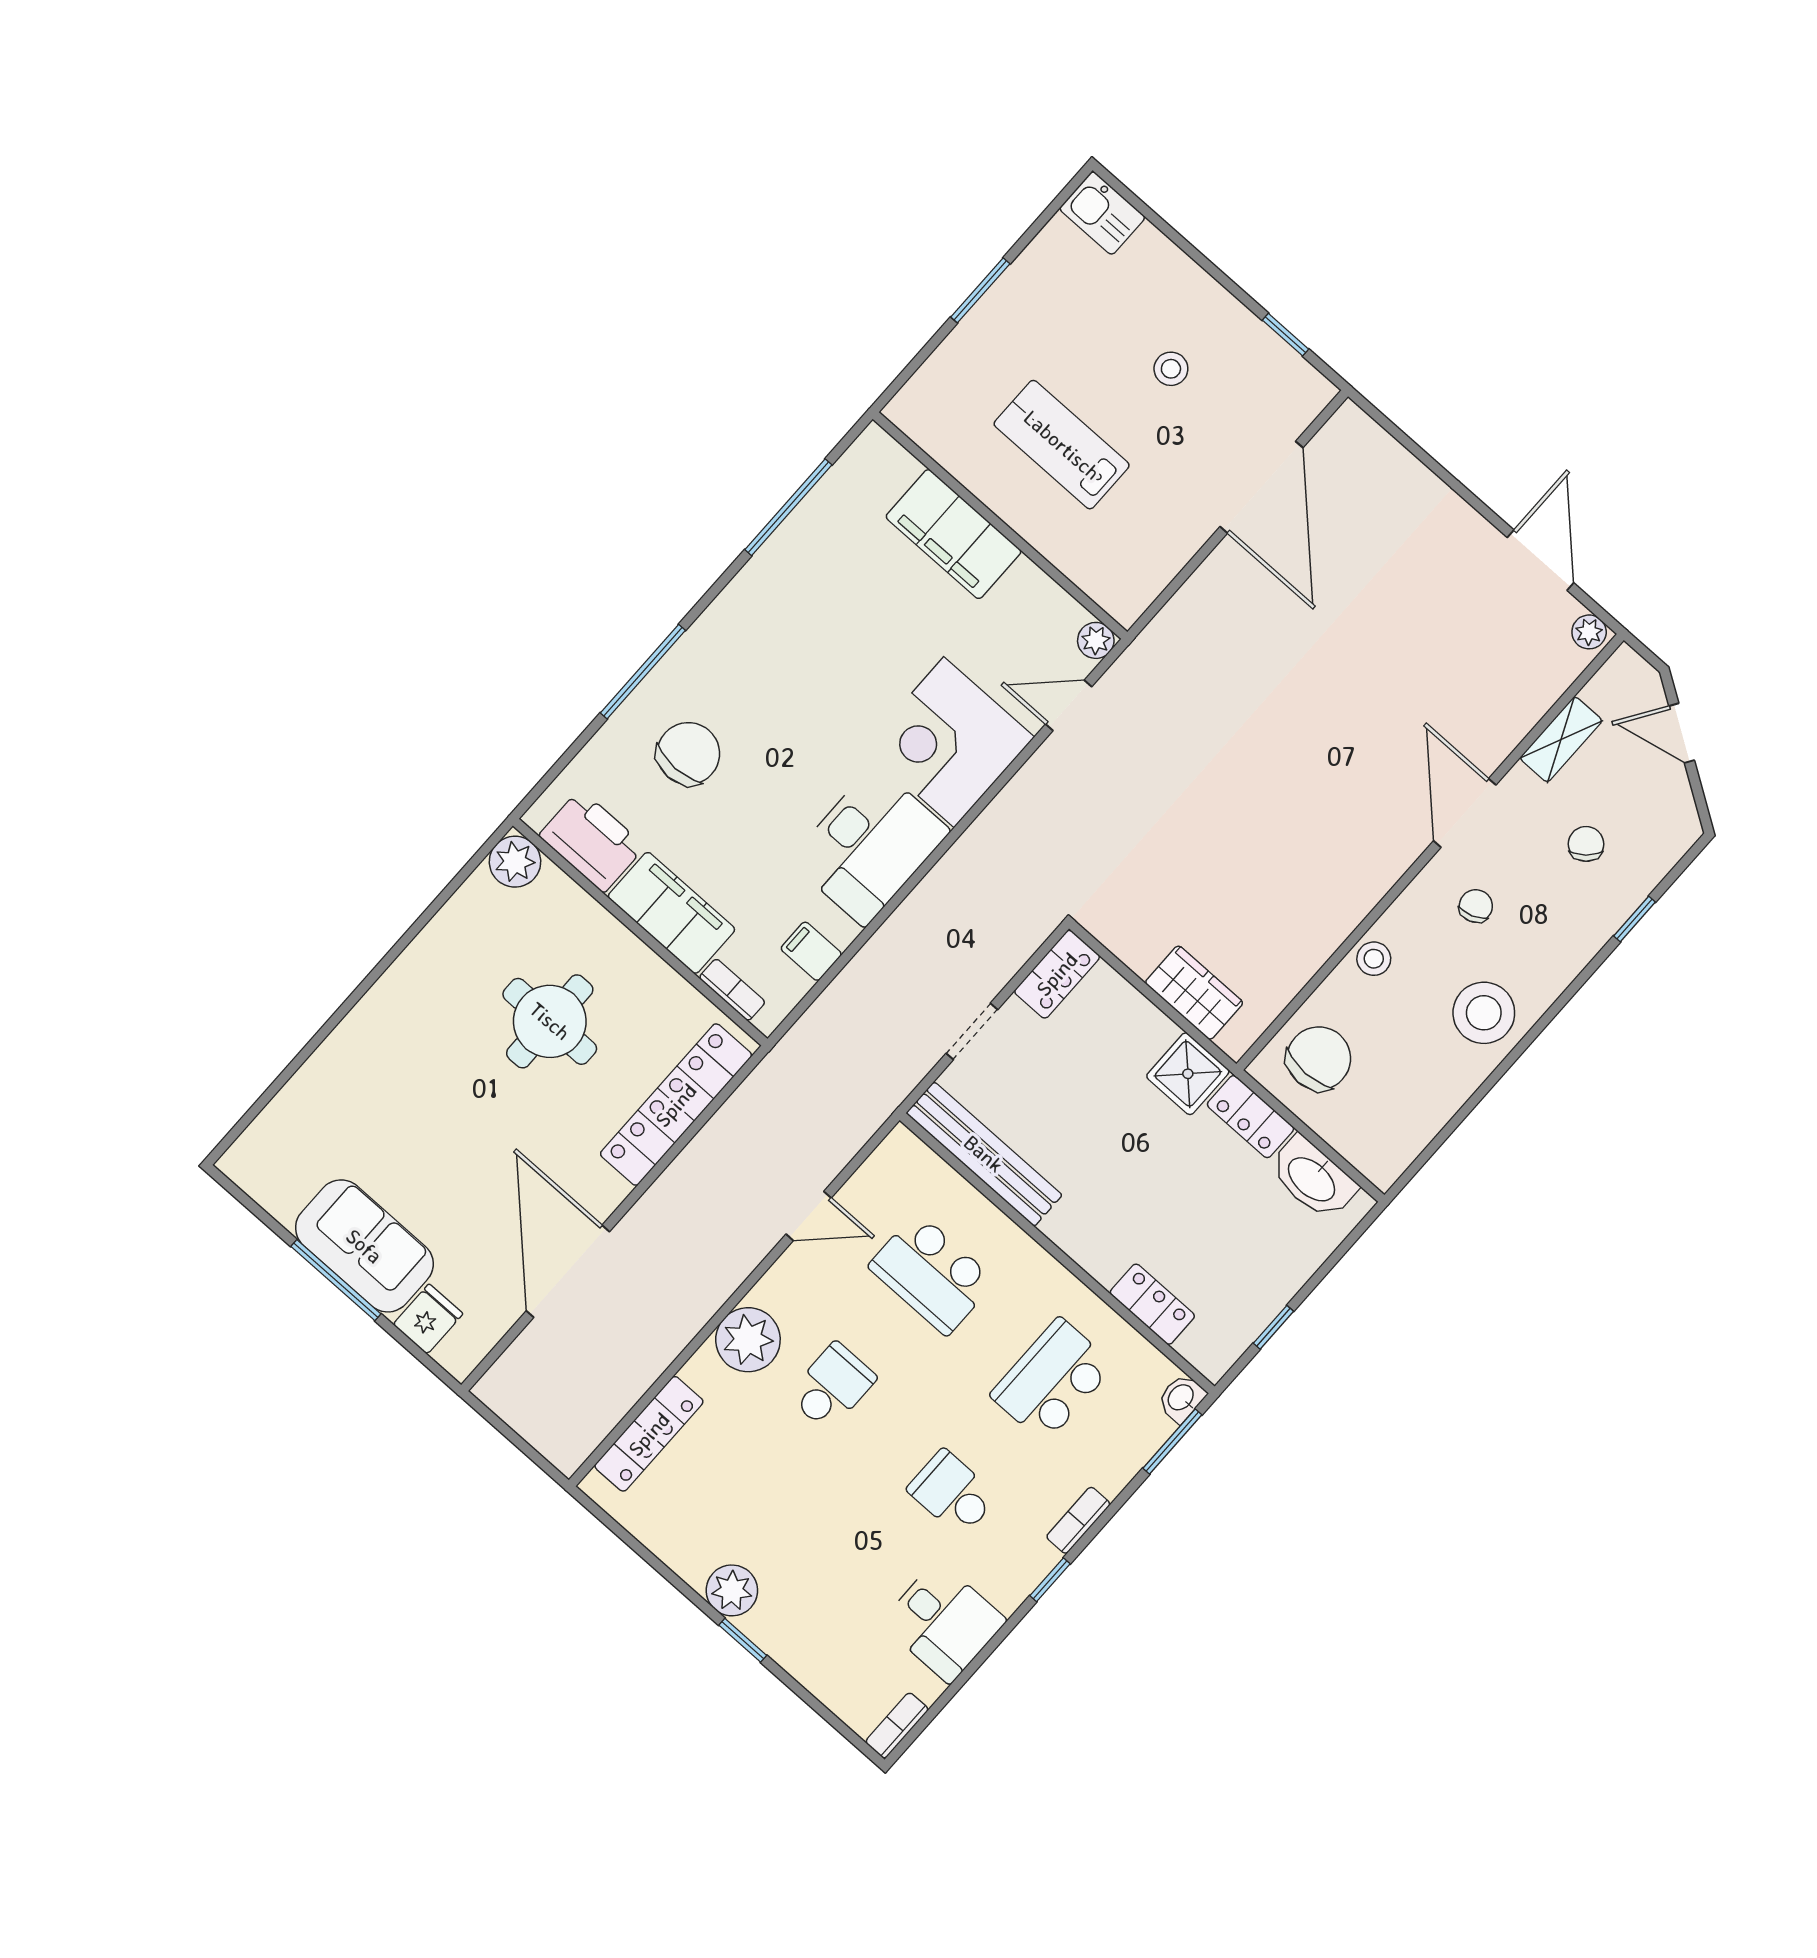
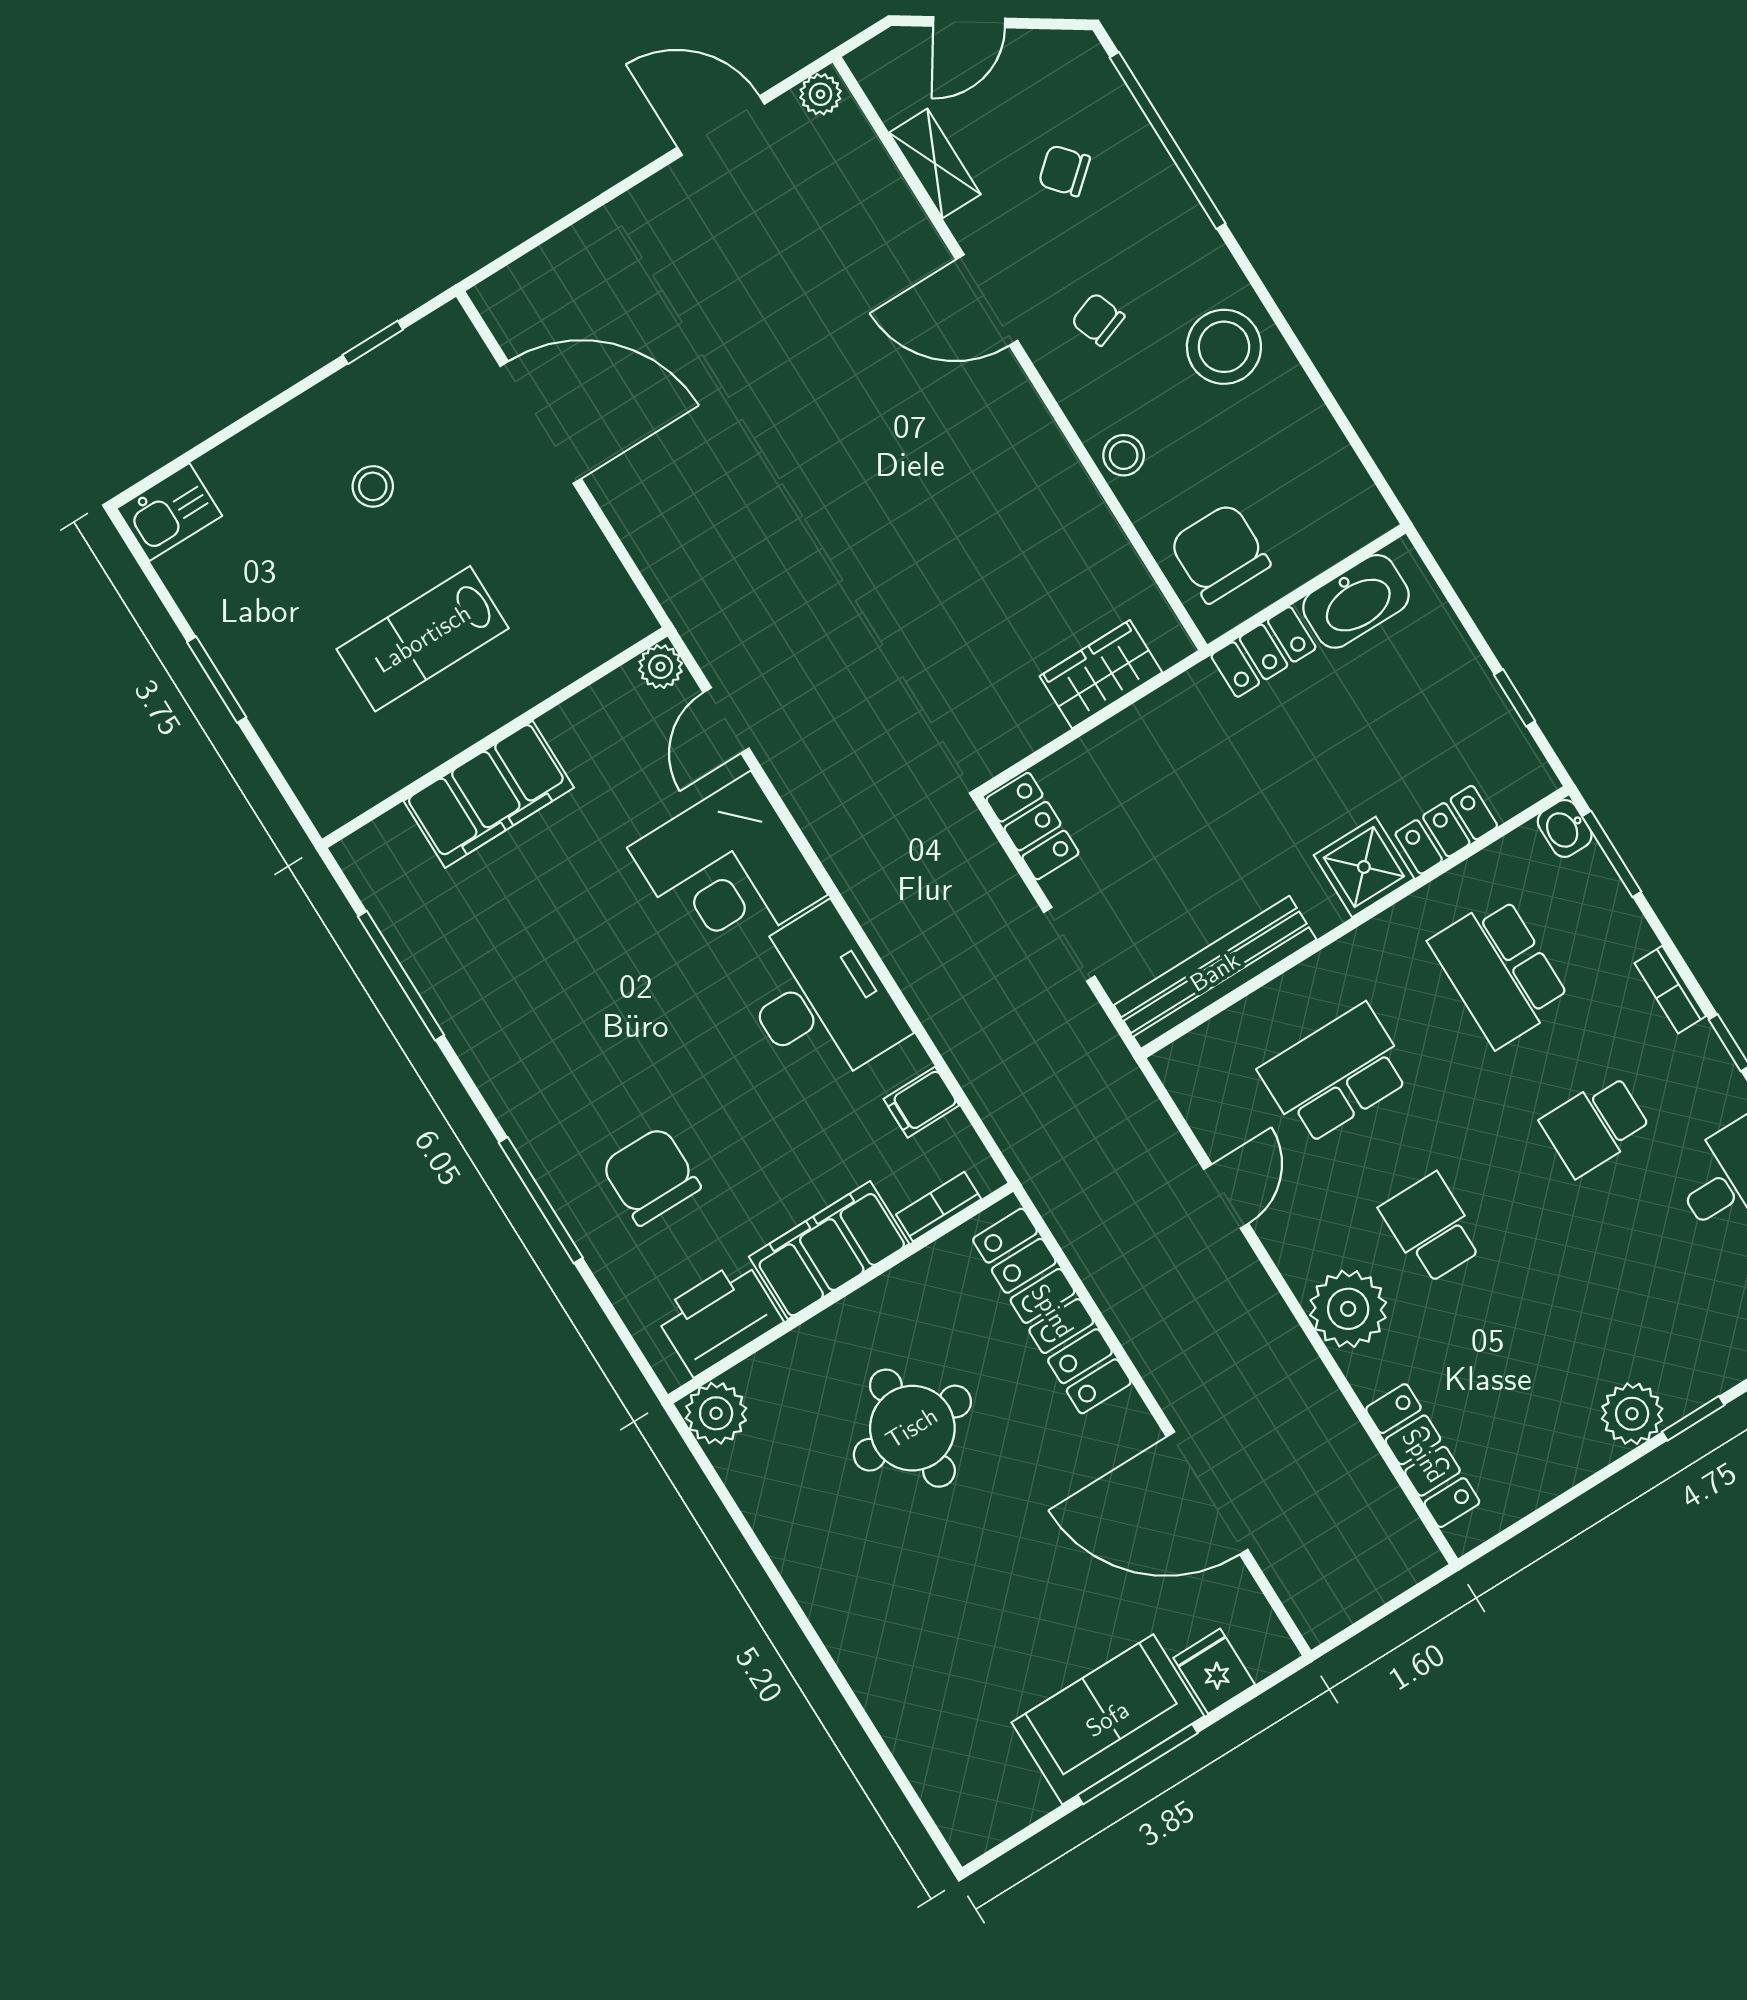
window: (1635, 919) -> (1168, 141), width x3.17
shower: (1188, 1074) -> (1364, 867), moved
school desk: (932, 1274) -> (1335, 1074), turned 180

